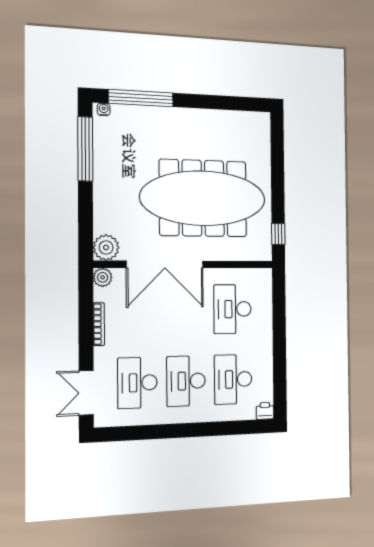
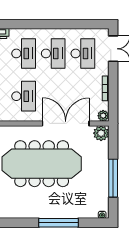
window: (141, 98) -> (58, 223), moved
window: (85, 149) -> (113, 178), moved

